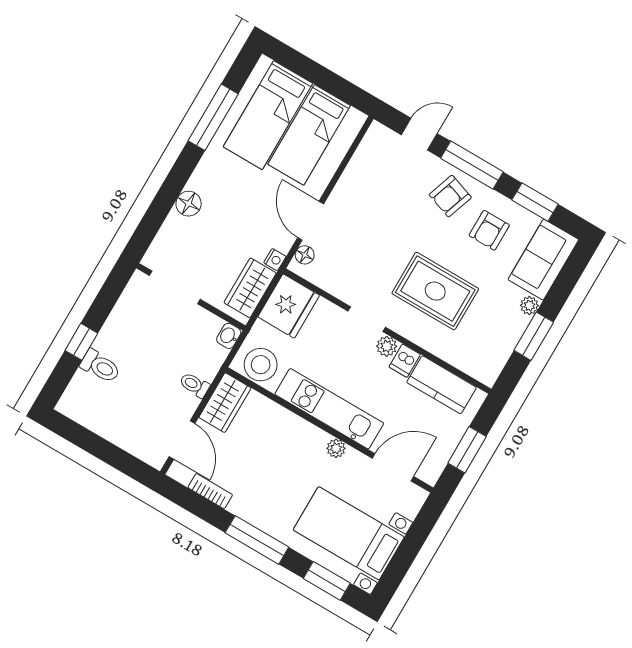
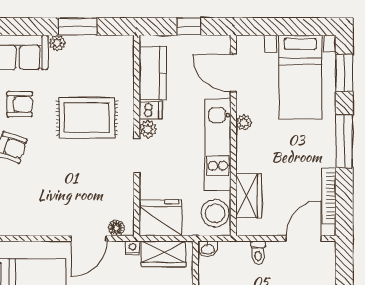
rug: (435, 291) -> (87, 118), turned 90
wardrobe: (225, 403) -> (249, 196), moved, turned 90
window: (467, 450) -> (189, 27), width x0.67
bookcase: (210, 491) -> (329, 196), width x1.56

